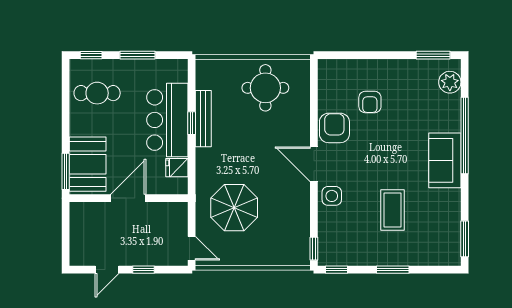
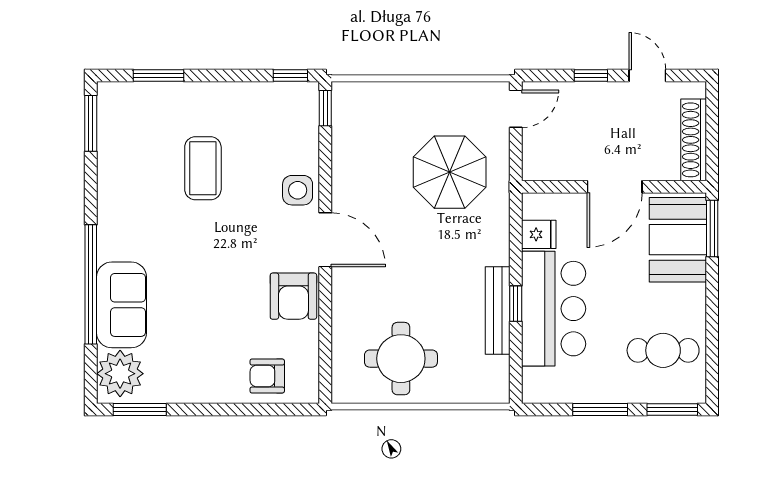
window: (91, 55) -> (672, 409), width x1.50
plant: (450, 82) -> (120, 374), width x1.36, depth x1.36
armchair: (370, 102) -> (267, 376), moved, turned -90
sofa: (445, 160) -> (122, 305), moved
shoe rack: (77, 228) -> (694, 140), added
door: (192, 248) -> (516, 109), swing flipped
door: (107, 270) -> (647, 75), hinge flipped
window: (393, 270) -> (158, 75), moved

